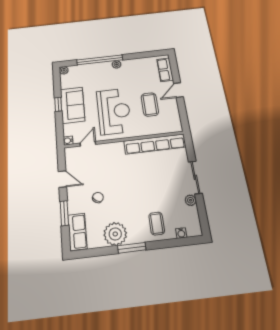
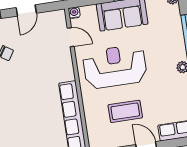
reception desk: (114, 111) -> (115, 67), turned 180

